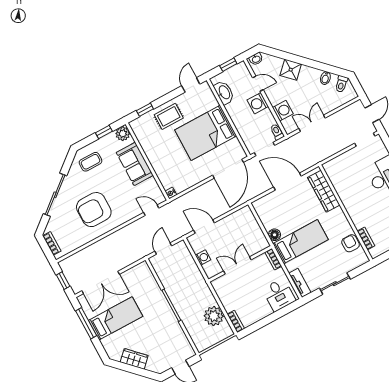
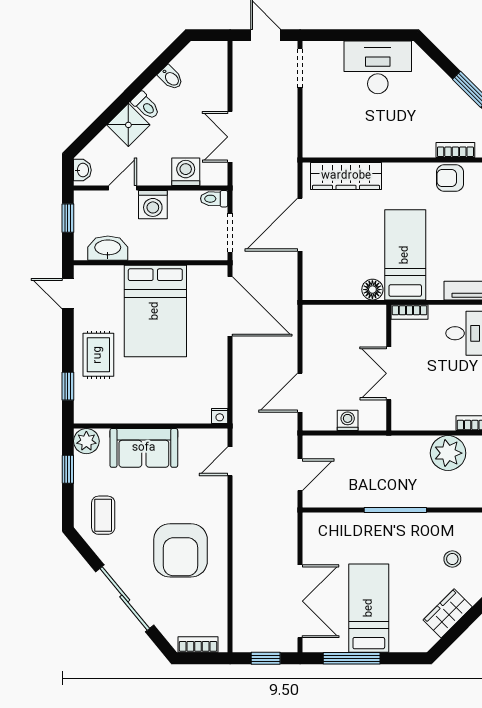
toilet: (341, 84) -> (146, 106), moved
door: (163, 249) -> (300, 475), swing flipped
stool: (162, 347) -> (452, 559), added

